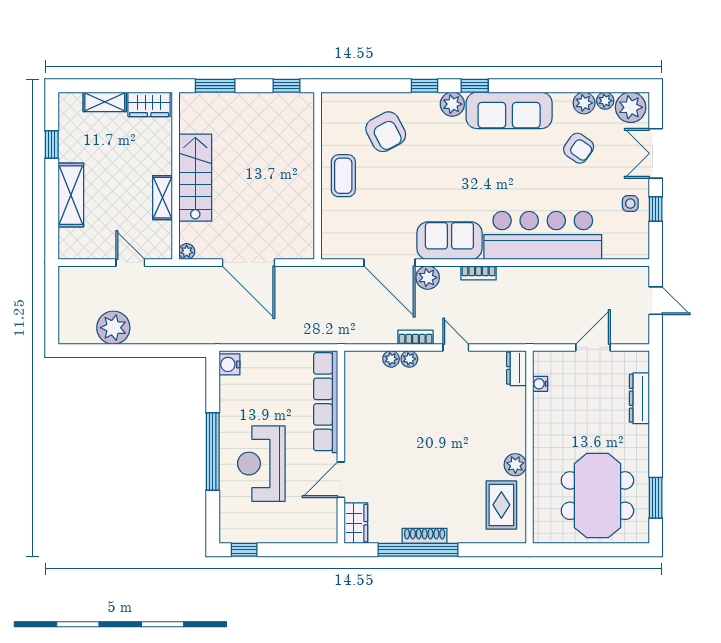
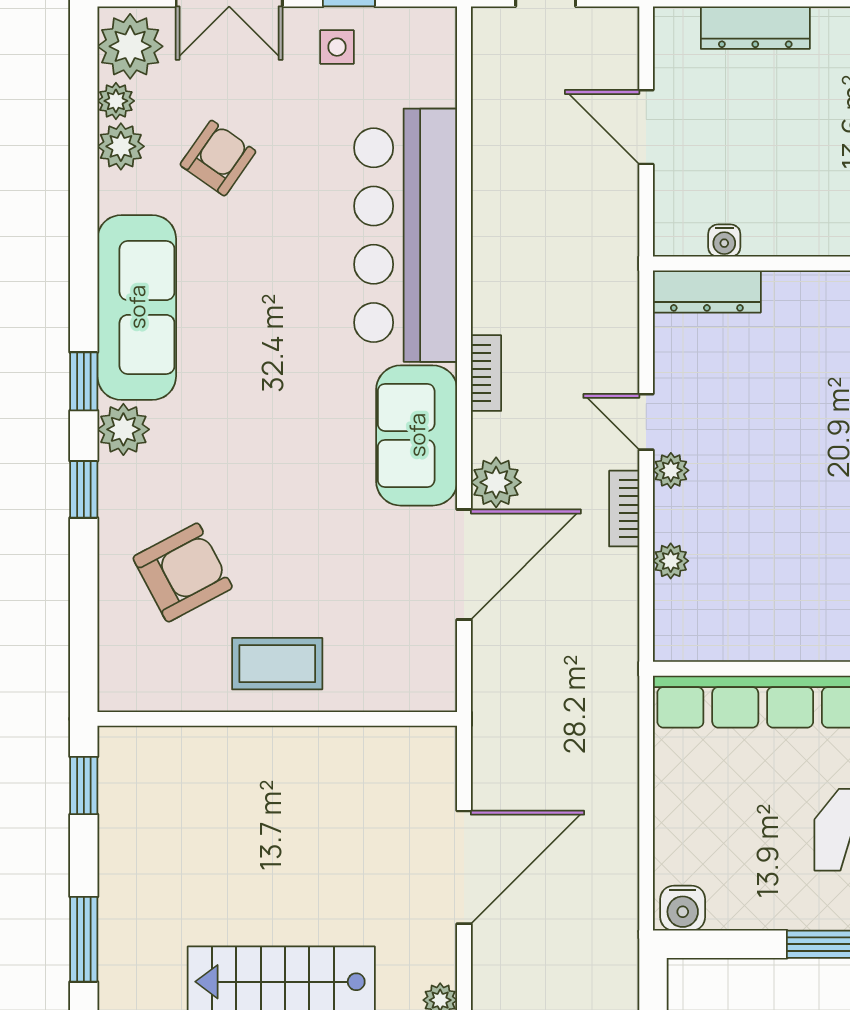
door: (456, 347) -> (646, 422), hinge flipped
plant: (409, 359) -> (671, 470), moved
dresser: (517, 368) -> (707, 291), width x1.44

